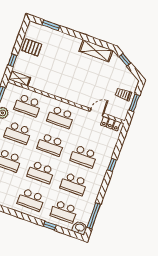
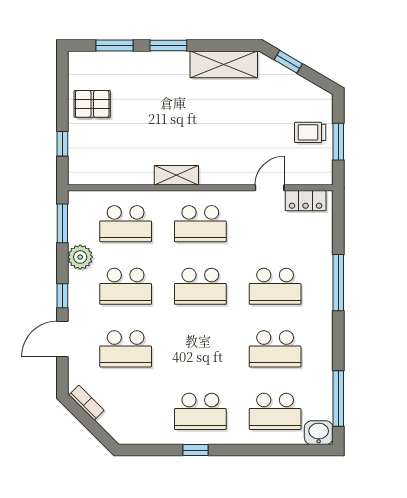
window: (75, 34) -> (168, 46), added
shelving: (19, 78) -> (176, 175), moved
window: (112, 165) -> (338, 283), width x2.17
school desk: (41, 172) -> (200, 349), removed
window: (50, 226) -> (195, 450), moved

